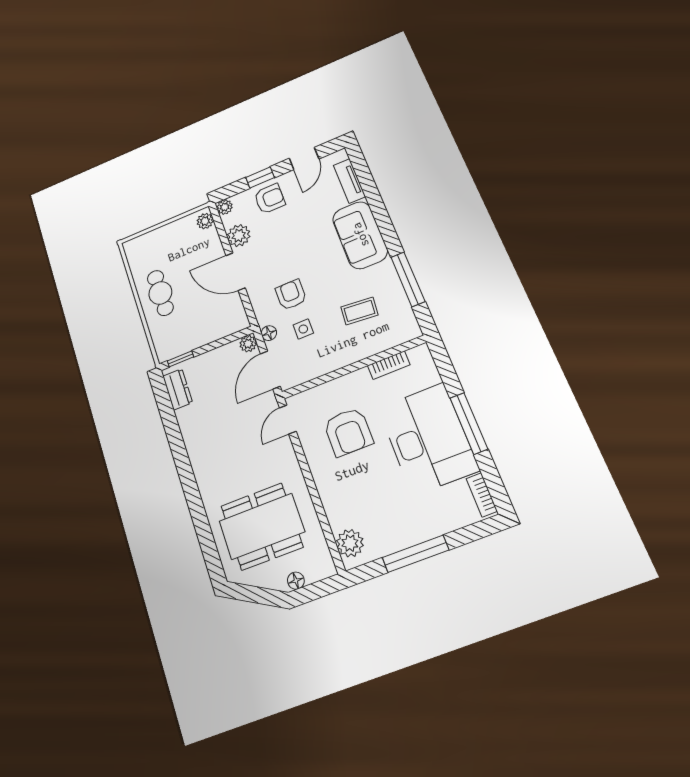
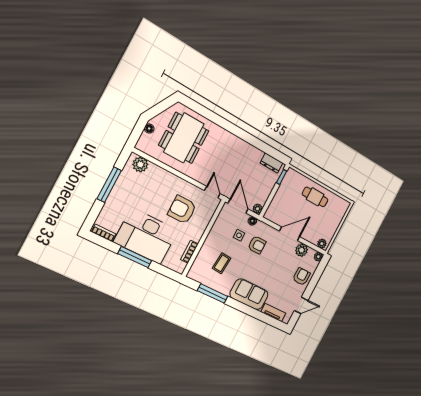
door: (304, 159) -> (301, 305), swing flipped
window: (260, 178) -> (314, 282), removed
armchair: (270, 199) -> (301, 277), turned 180

